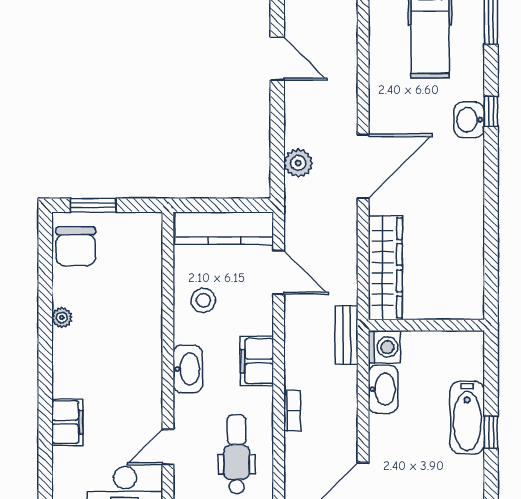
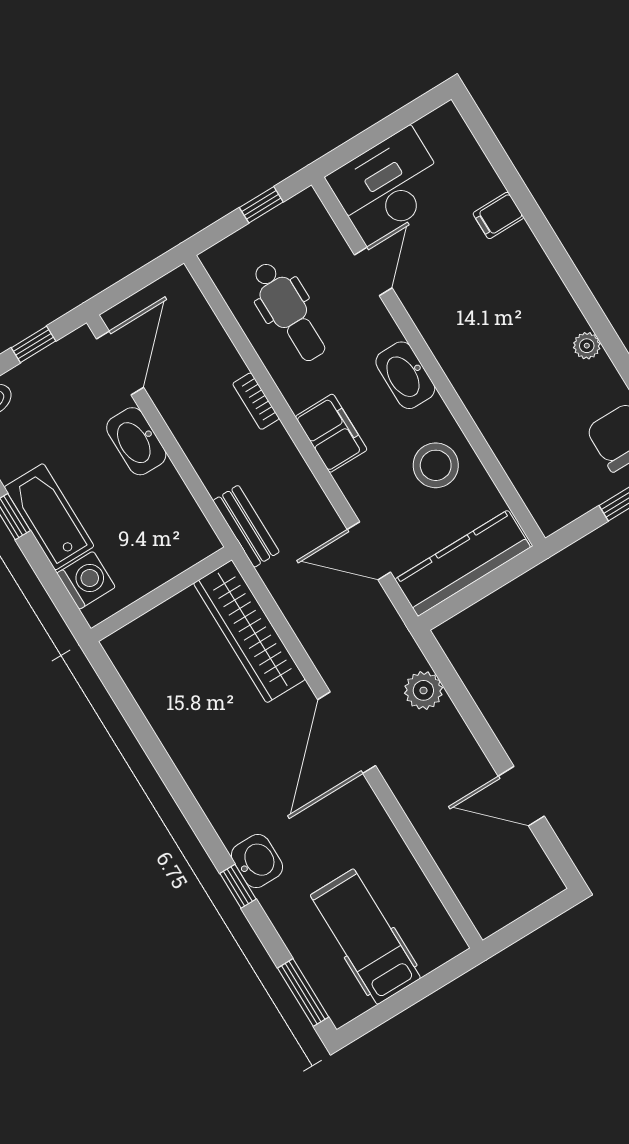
stool: (203, 300) -> (436, 465), width x1.38, depth x1.38
washing machine: (384, 347) -> (86, 580), moved, turned 180
washbasin: (383, 389) -> (136, 441), moved
filing cabinet: (67, 422) -> (498, 215), width x0.50

